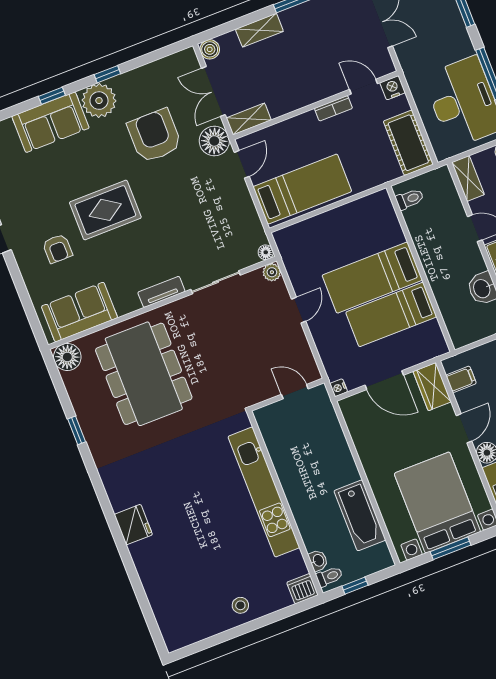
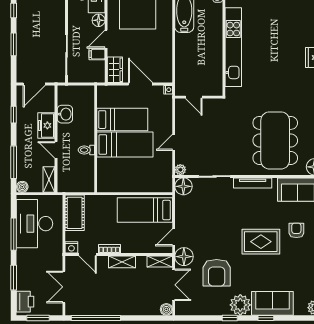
shelving: (259, 30) -> (122, 262), moved
toilet: (410, 199) -> (86, 150), moved
floor lamp: (266, 252) -> (183, 186), width x1.89, depth x1.89
tv unit: (161, 292) -> (253, 183), width x1.41
filing cabinet: (461, 379) -> (97, 54), moved

